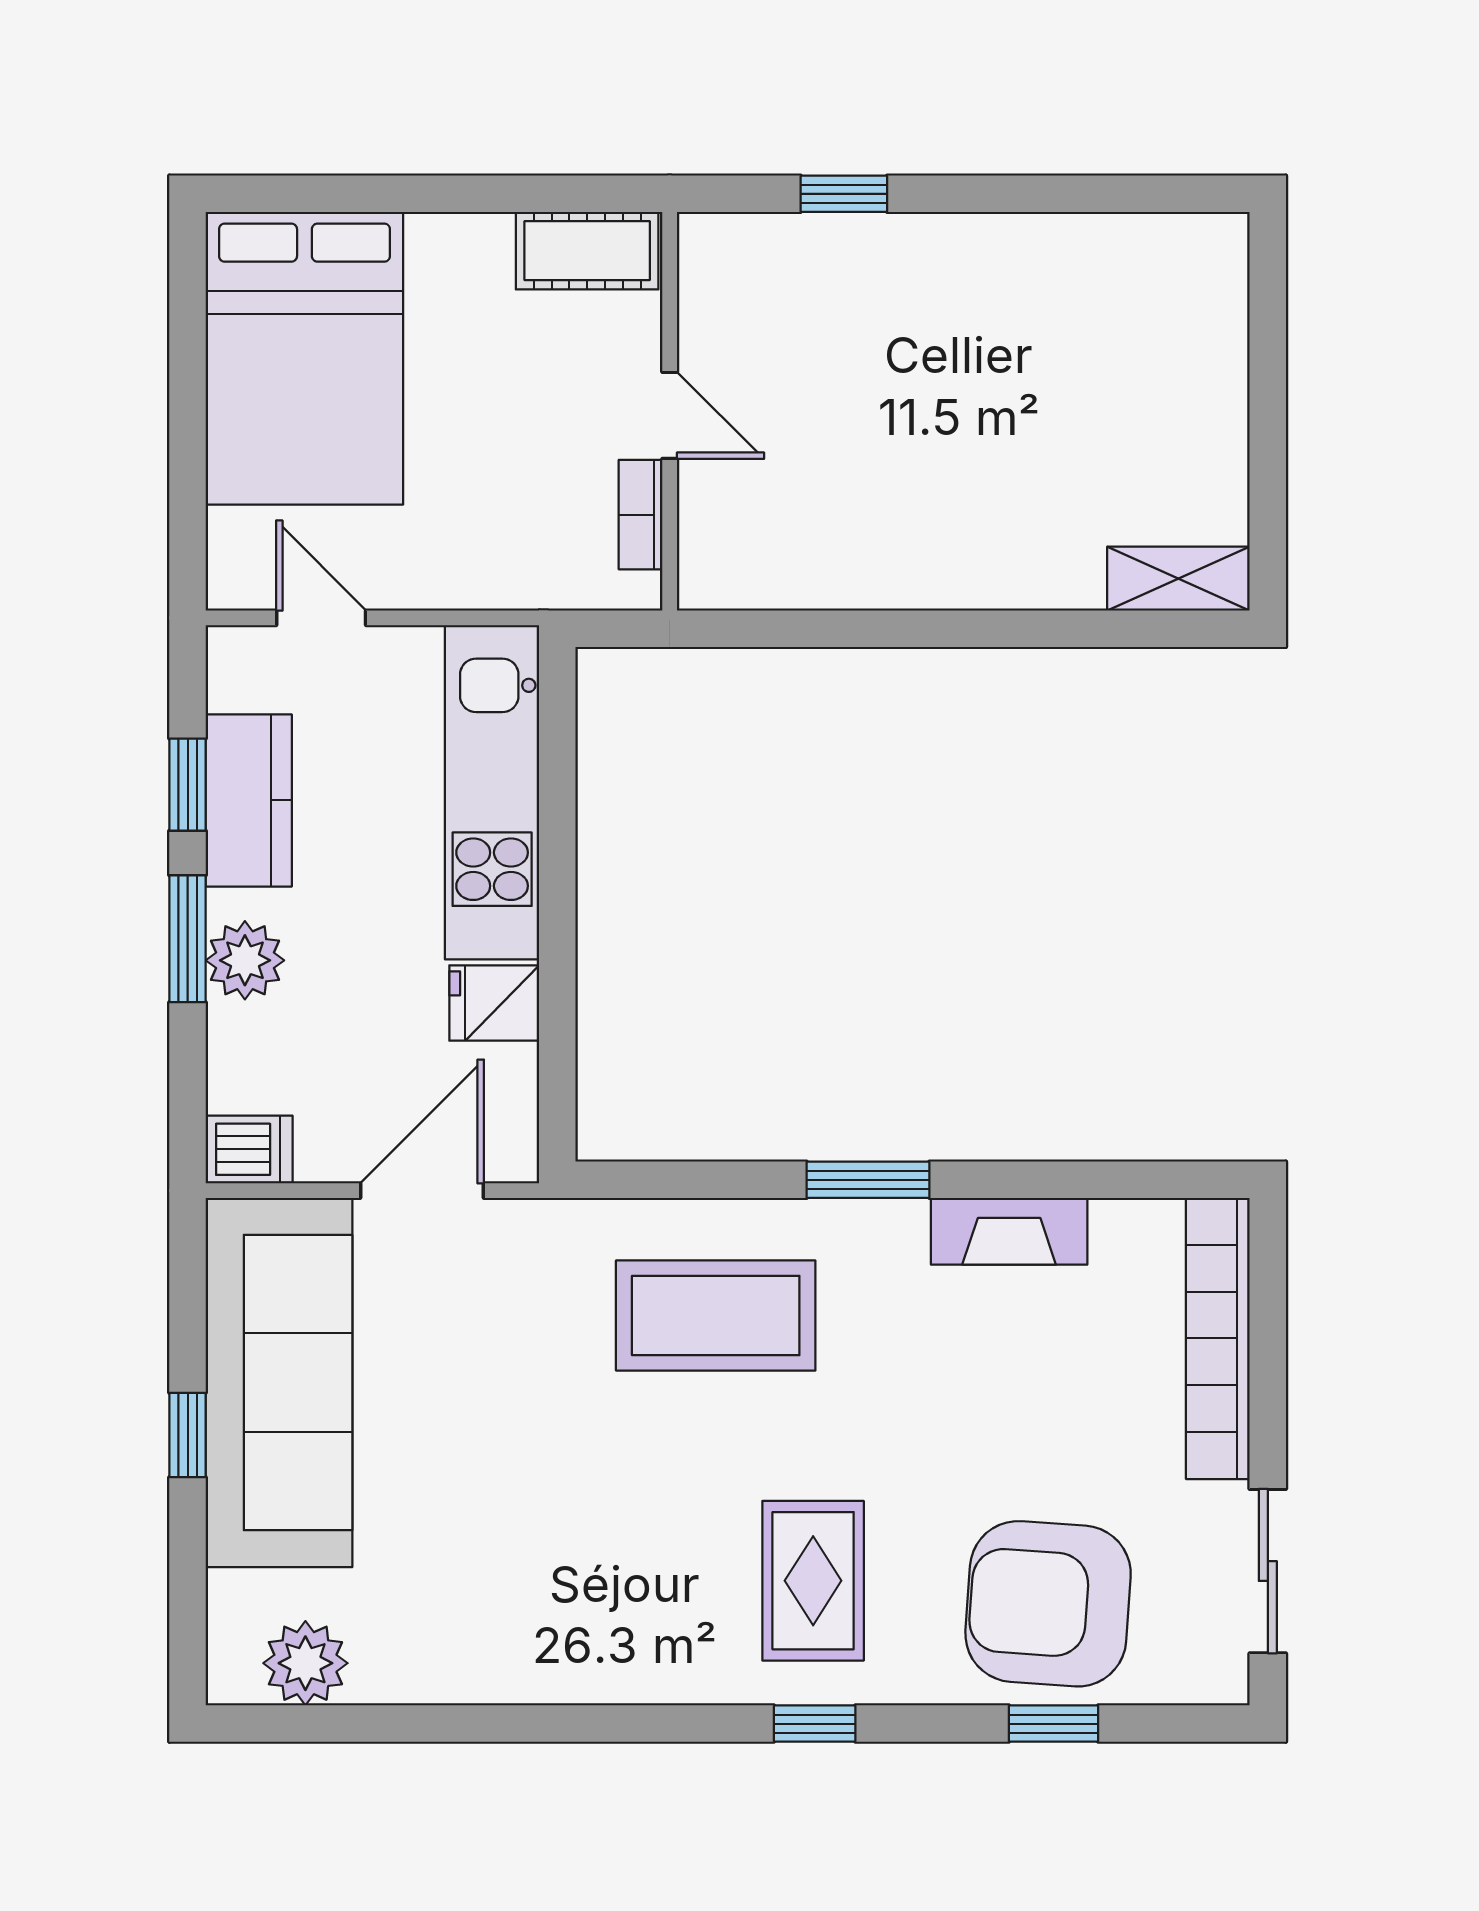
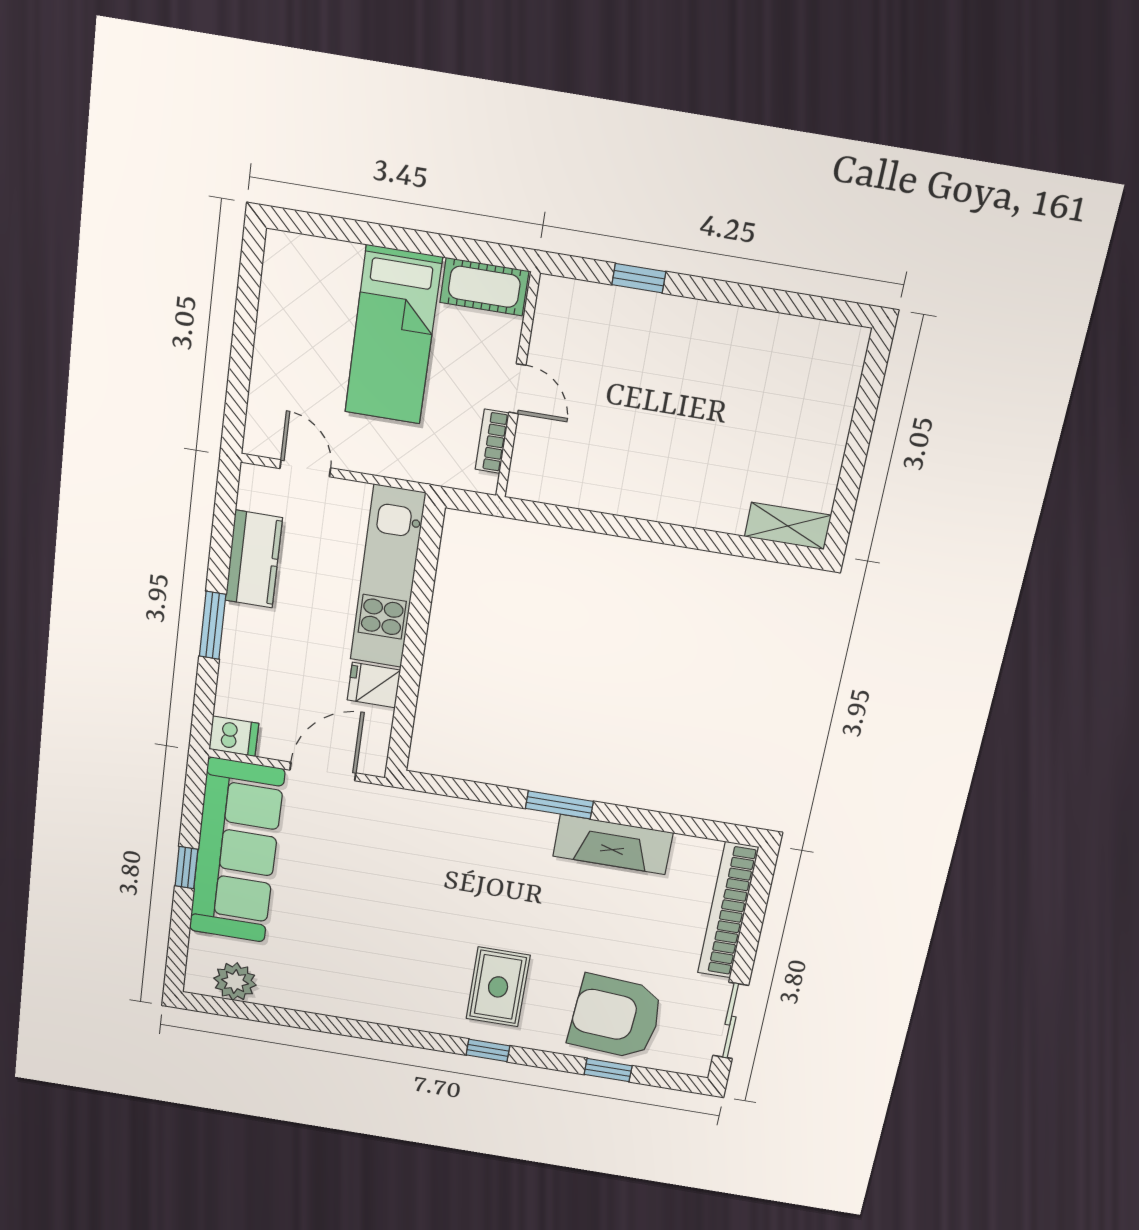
bed: (304, 358) -> (393, 335), moved, width x0.67
window: (188, 785) -> (221, 545), removed
plant: (245, 960) -> (242, 641), removed
fireplace: (1009, 1231) -> (613, 844), width x1.37, depth x1.32
coffee table: (716, 1316) -> (468, 857), removed

